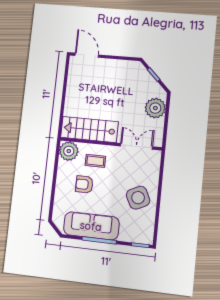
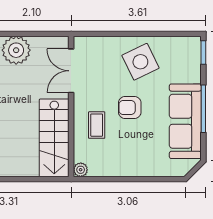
plant: (69, 151) -> (81, 170), width x0.53, depth x0.53
armchair: (84, 184) -> (130, 107), moved, turned 90

